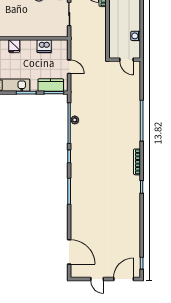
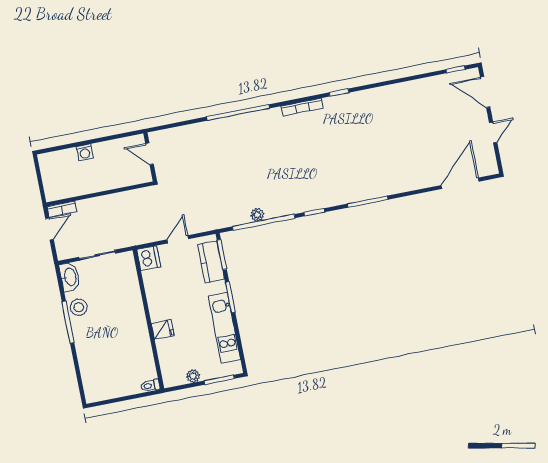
washing machine: (136, 36) -> (85, 152), moved
dishwasher: (44, 46) -> (149, 258), moved
door: (127, 60) -> (149, 154), swing flipped

